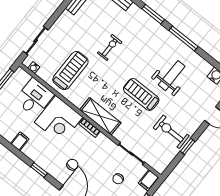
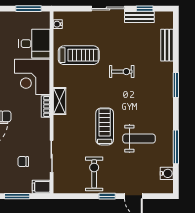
window: (184, 38) -> (176, 147), moved
sliding door: (36, 41) -> (108, 9), moved
shelving: (100, 116) -> (59, 101), width x0.67, depth x0.75
window: (188, 146) -> (107, 196), moved

